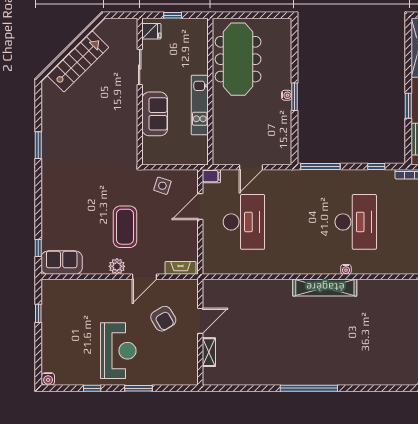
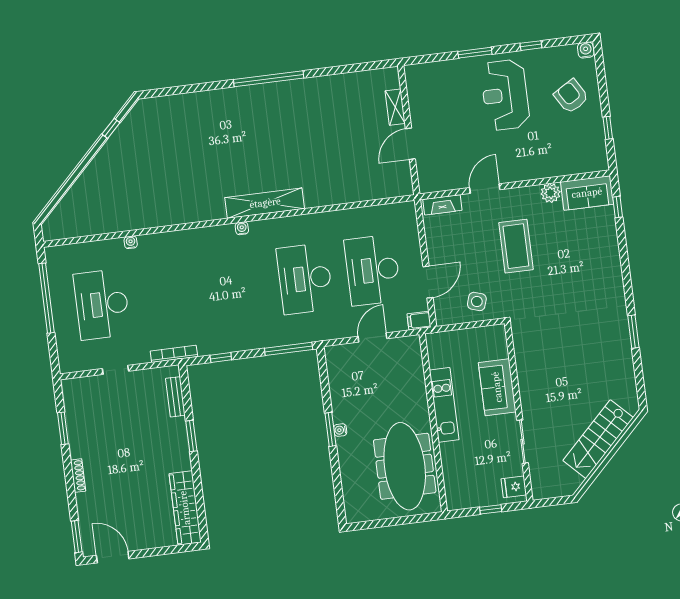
desk: (356, 222) -> (305, 279), moved
plant: (117, 266) -> (551, 193), moved
armchair: (163, 319) -> (571, 96), moved

